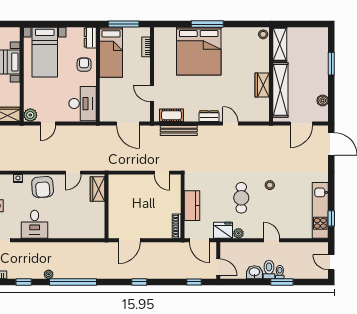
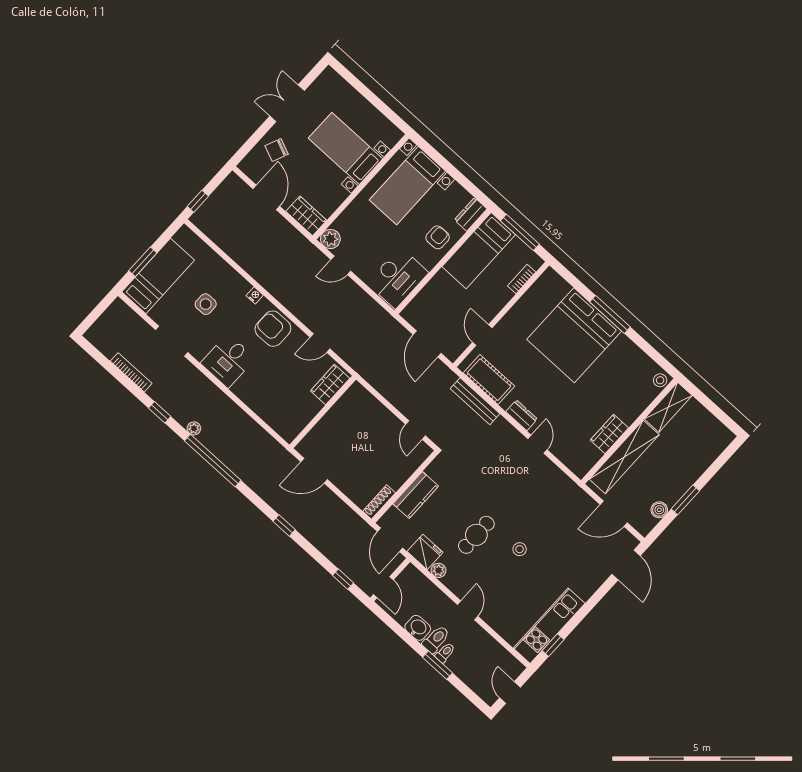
window: (331, 64) -> (685, 500), moved
cot: (171, 115) -> (489, 380), width x1.37, depth x1.34
armchair: (43, 187) -> (273, 329), turned 95

